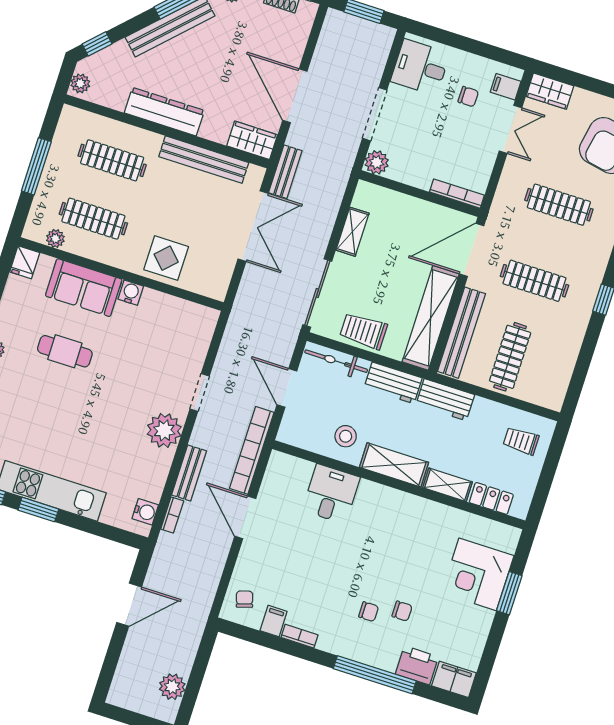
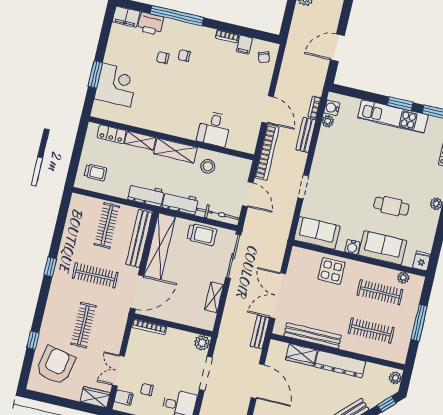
wardrobe: (252, 140) -> (301, 355), moved
clothes rail: (559, 205) -> (84, 325), turned 90
sofa: (184, 319) -> (317, 233), added
plant: (164, 430) -> (328, 121), moved, width x0.53, depth x0.53

